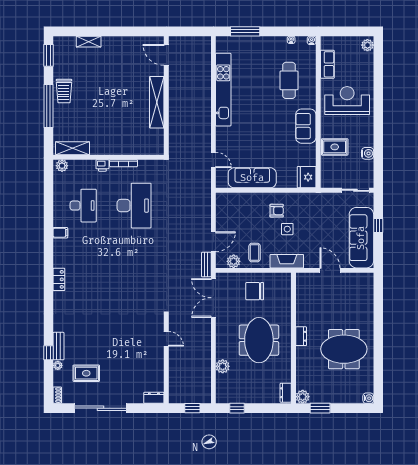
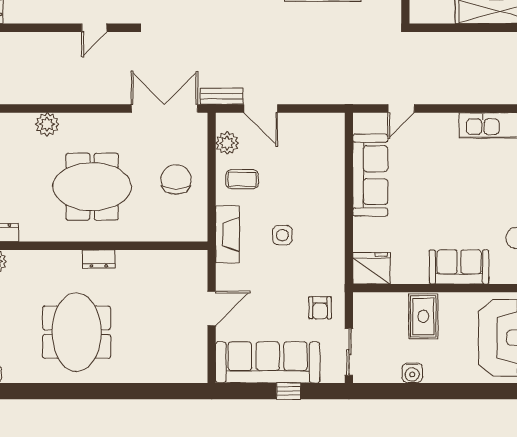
armchair: (277, 211) -> (320, 308), moved

